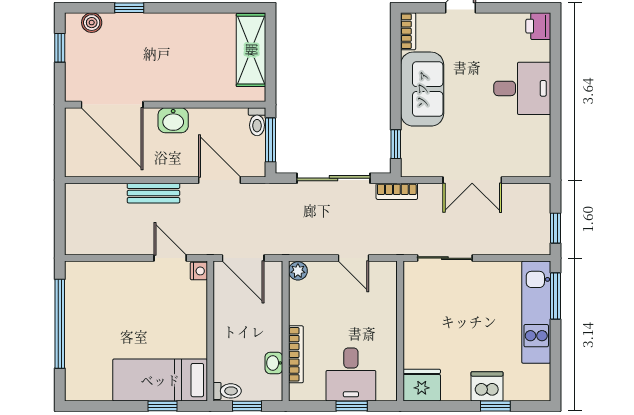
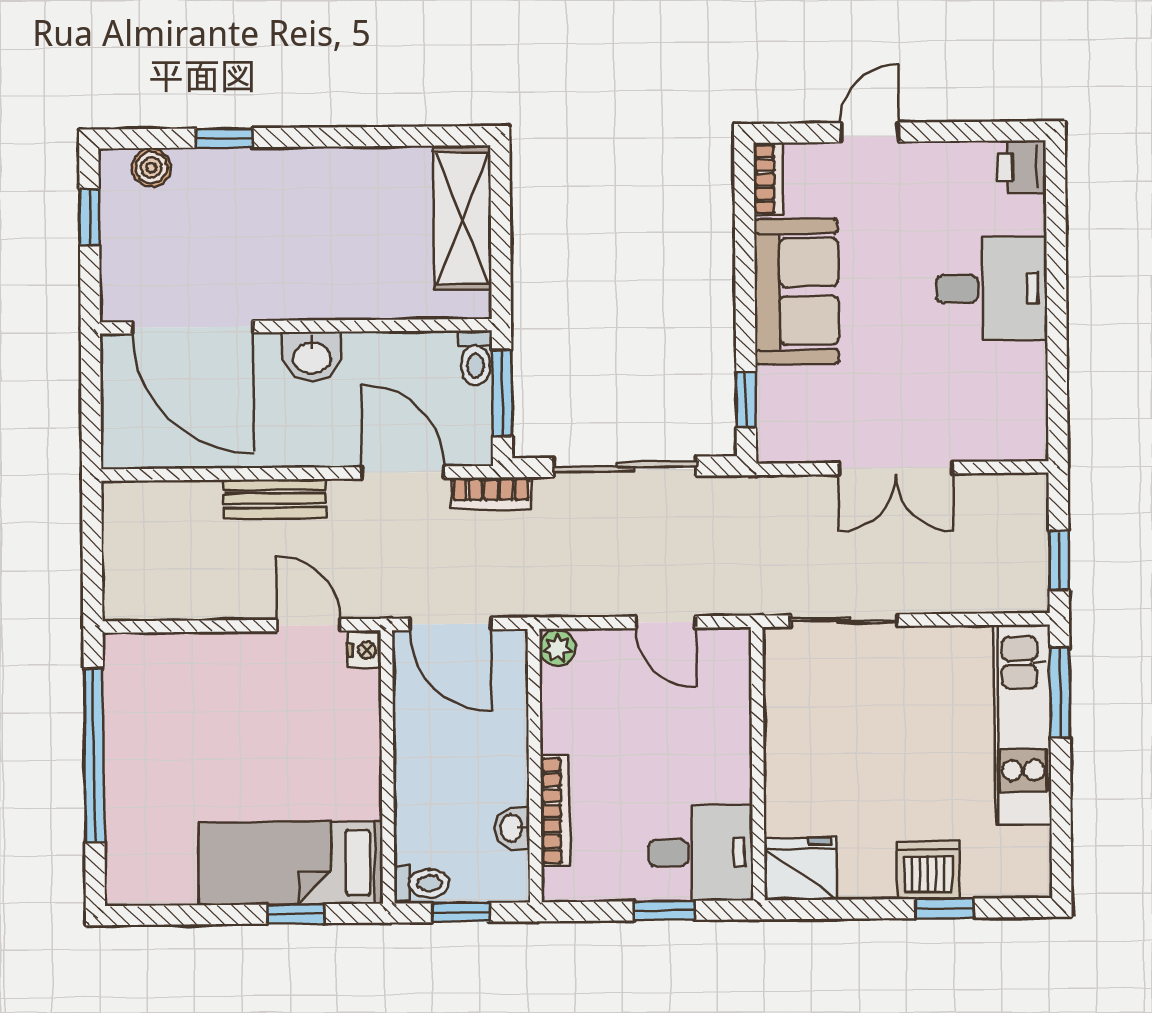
bookcase: (397, 191) -> (491, 493), moved
desk: (351, 375) -> (701, 853), moved, turned -90

